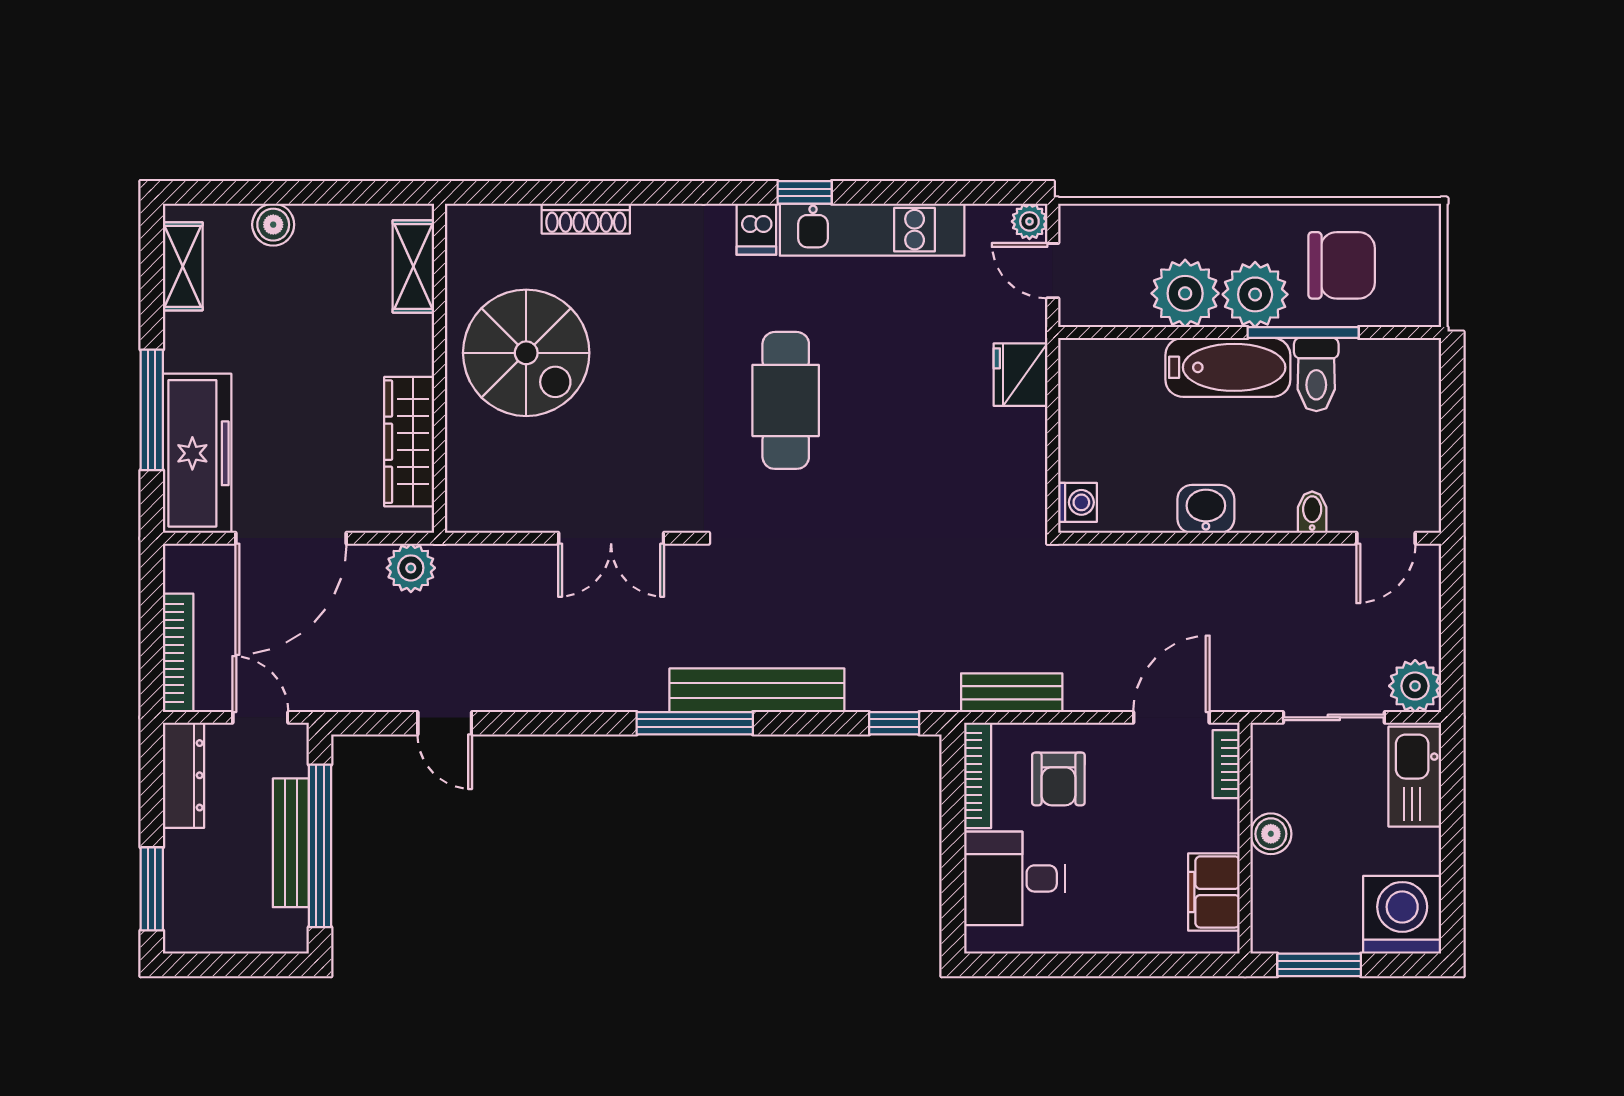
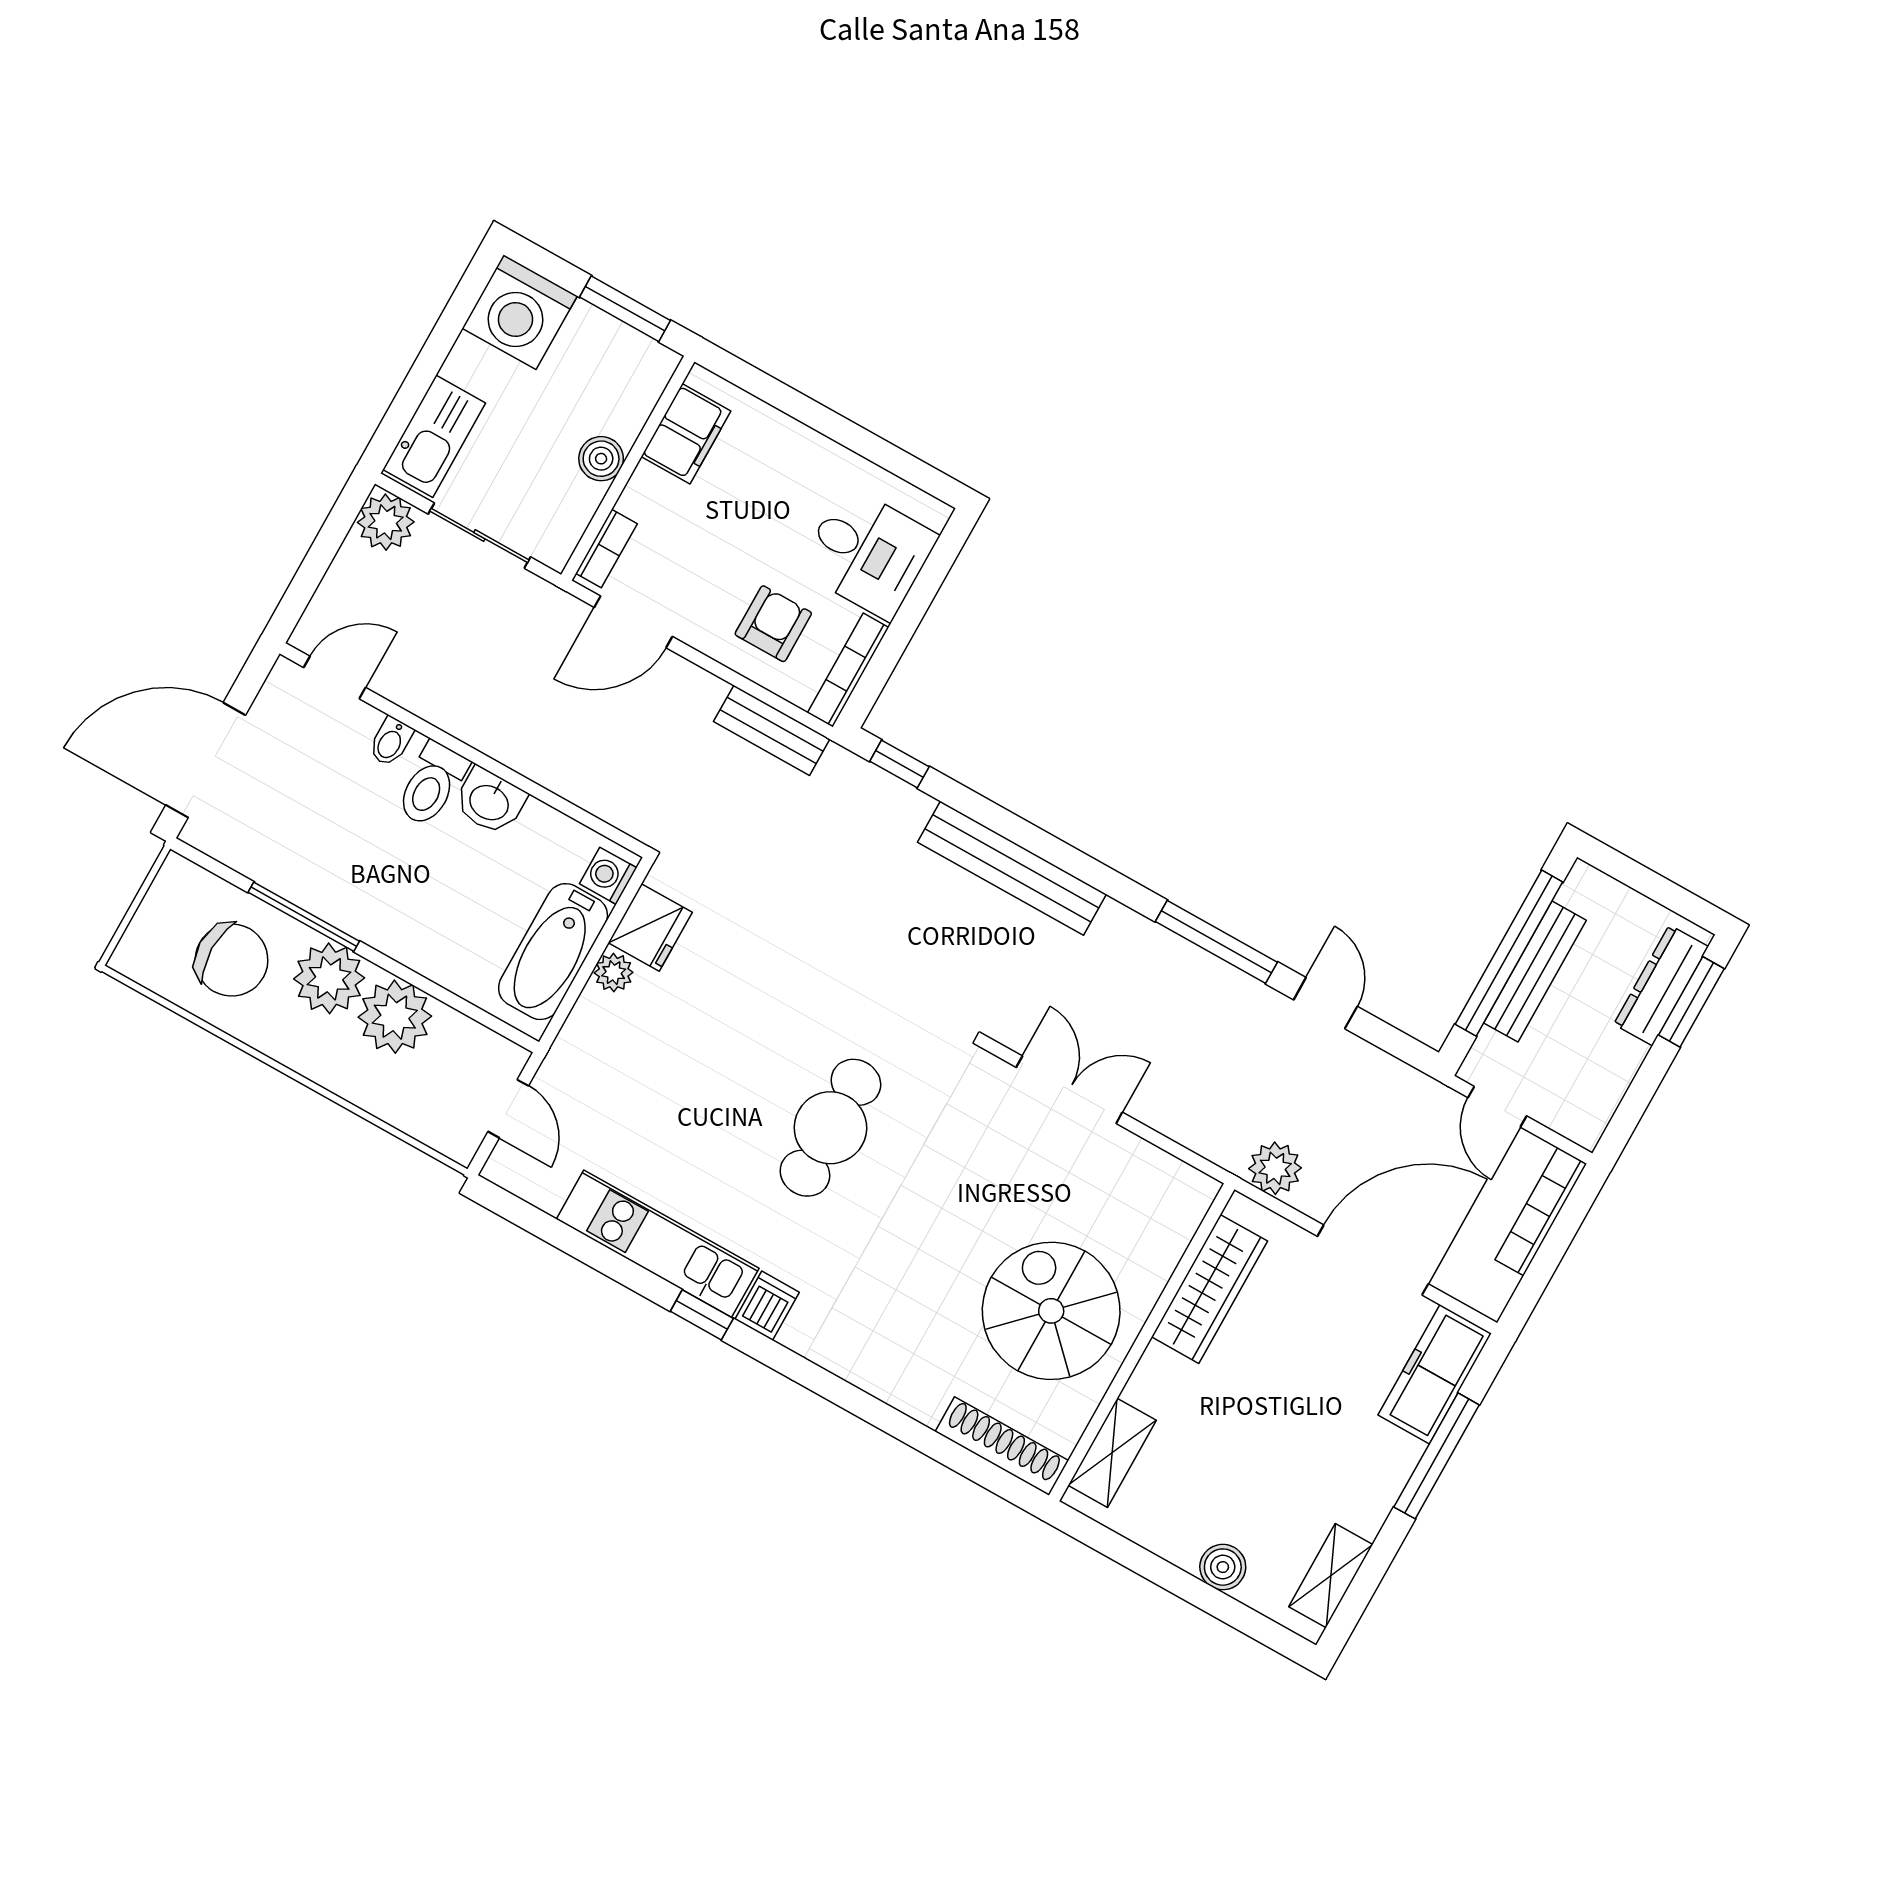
shoe rack: (586, 219) -> (1002, 1446), moved, width x1.36, depth x1.24
plant: (1029, 221) -> (614, 973), moved
chair: (1342, 265) -> (232, 960), turned 180
bathtub: (1228, 367) -> (553, 952), moved, turned -90
fridge: (1020, 375) -> (650, 928), moved
toilet: (1316, 375) -> (432, 784), moved, turned 180
door: (1452, 414) -> (206, 760), added
freezer: (197, 453) -> (1435, 1374), width x0.73, depth x0.79
window: (695, 723) -> (1216, 942), moved
dresser: (184, 775) -> (1661, 985), moved

